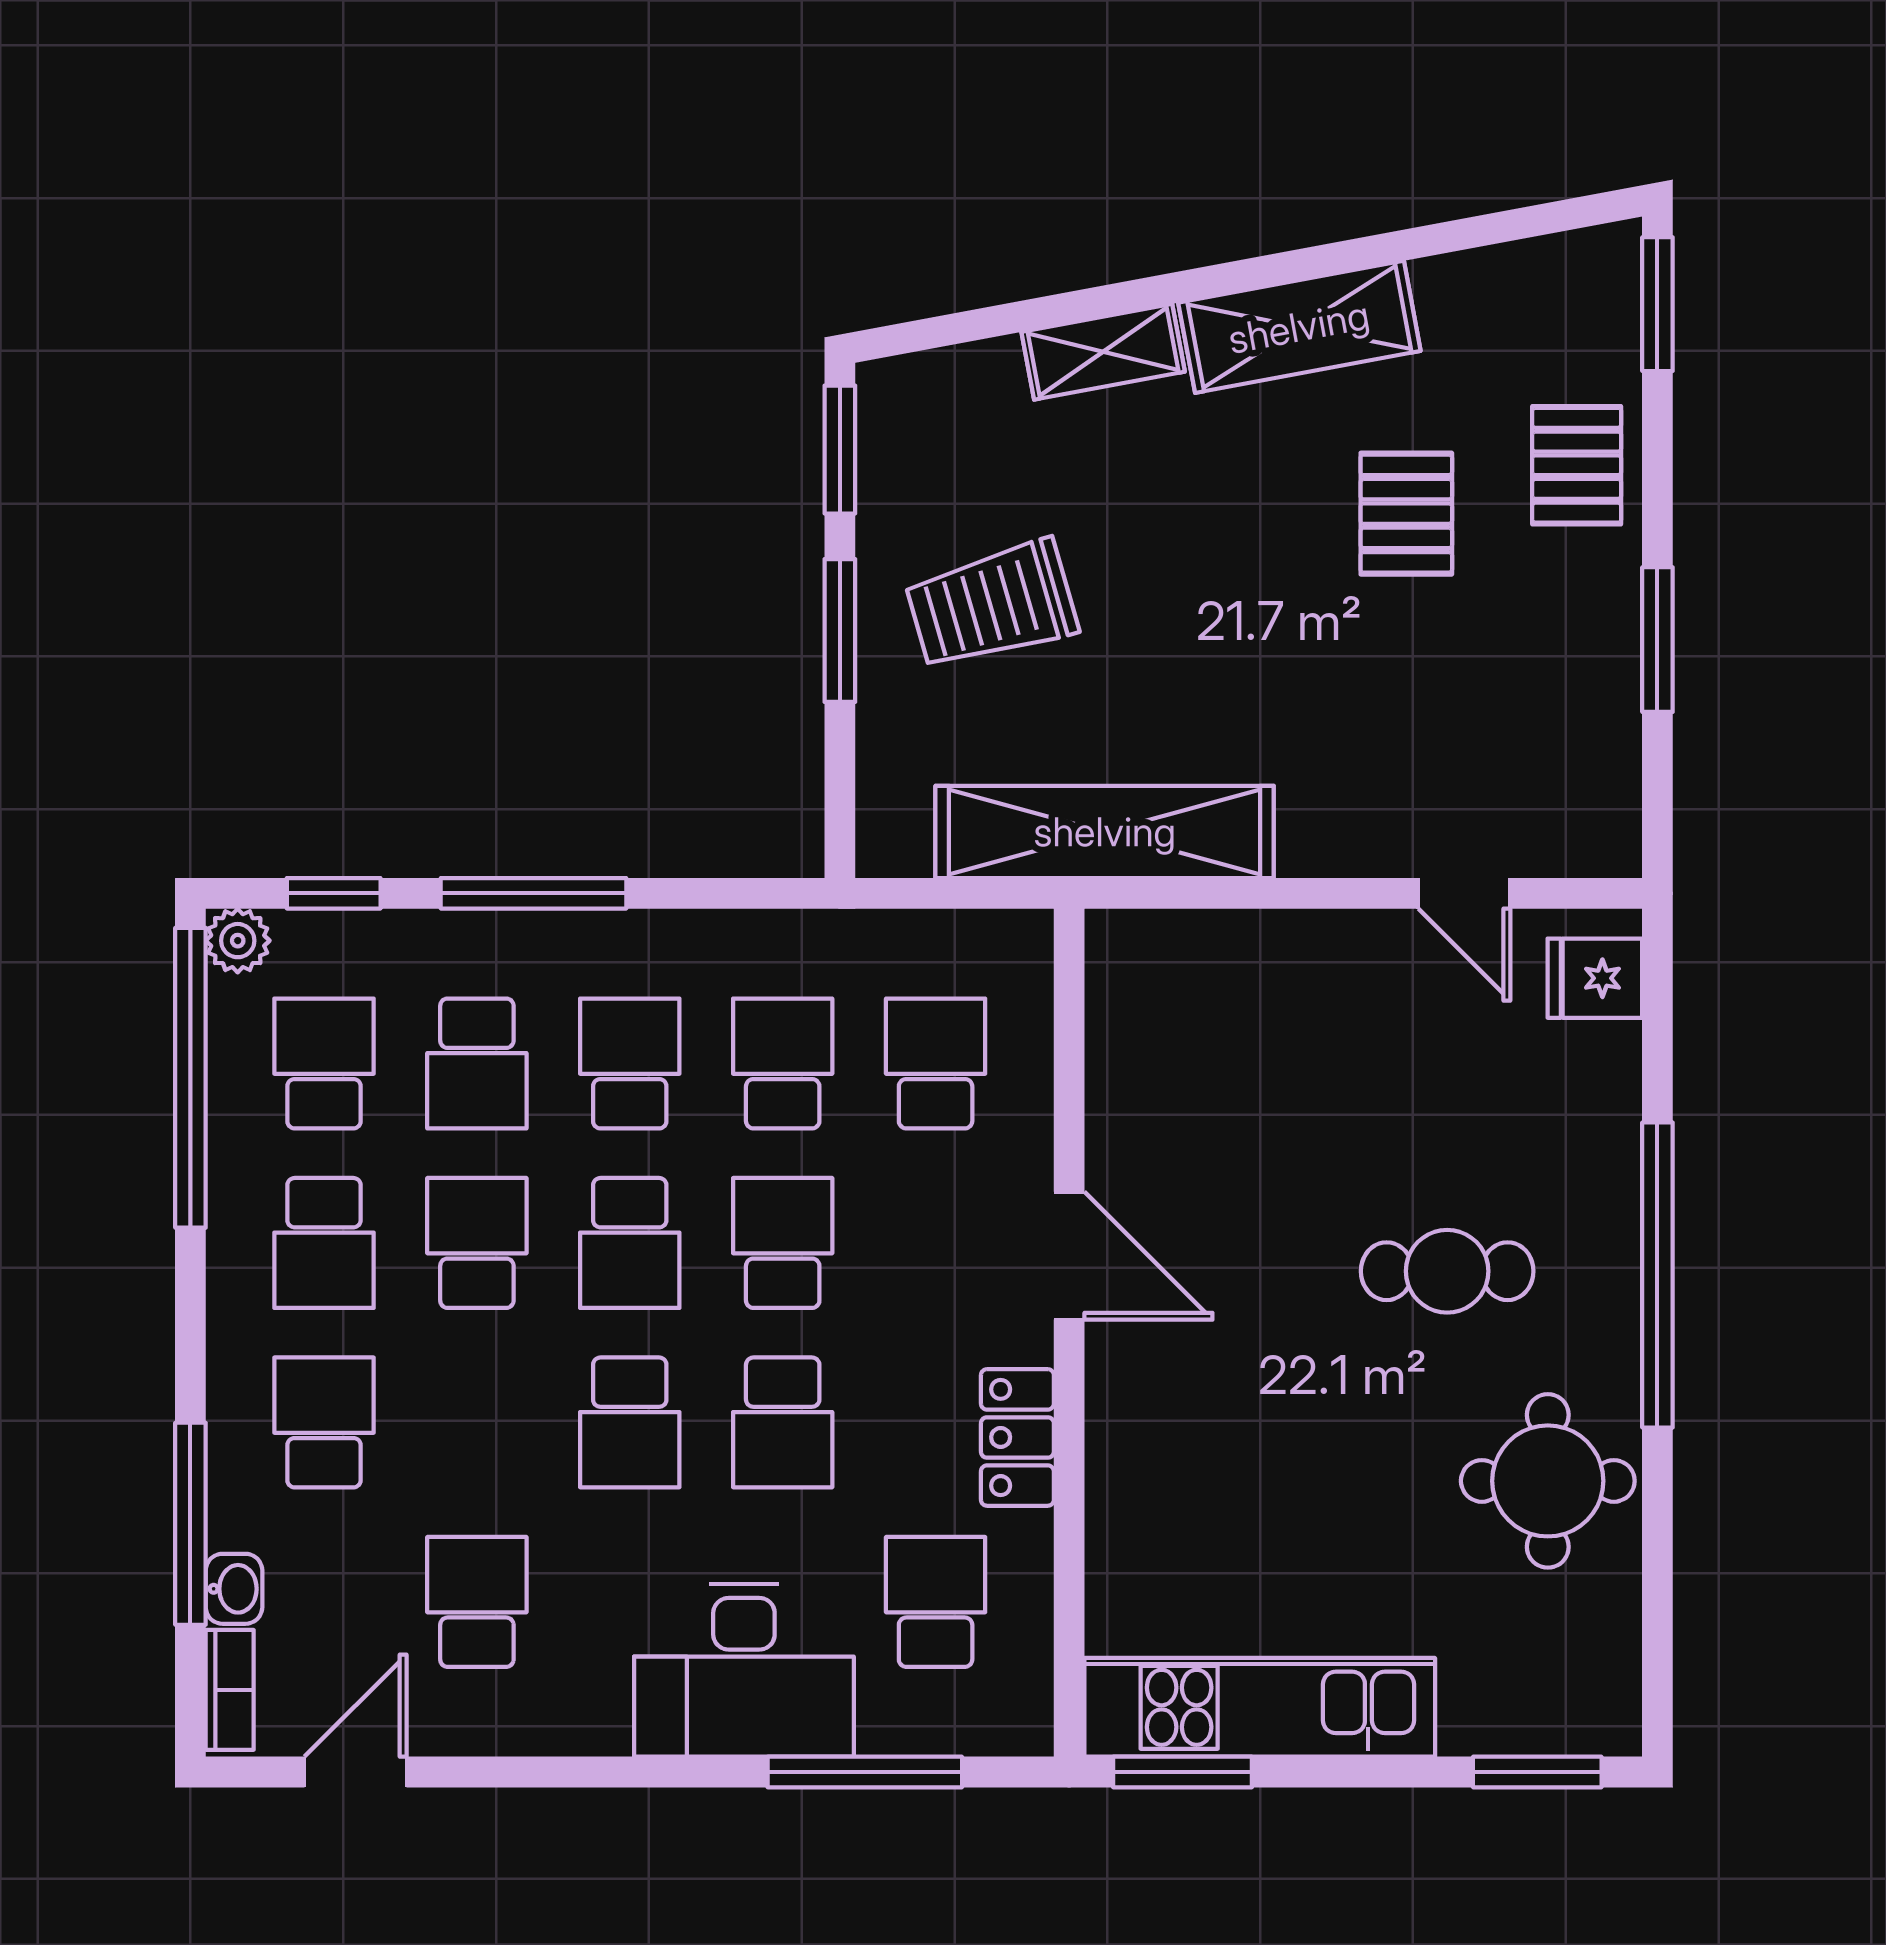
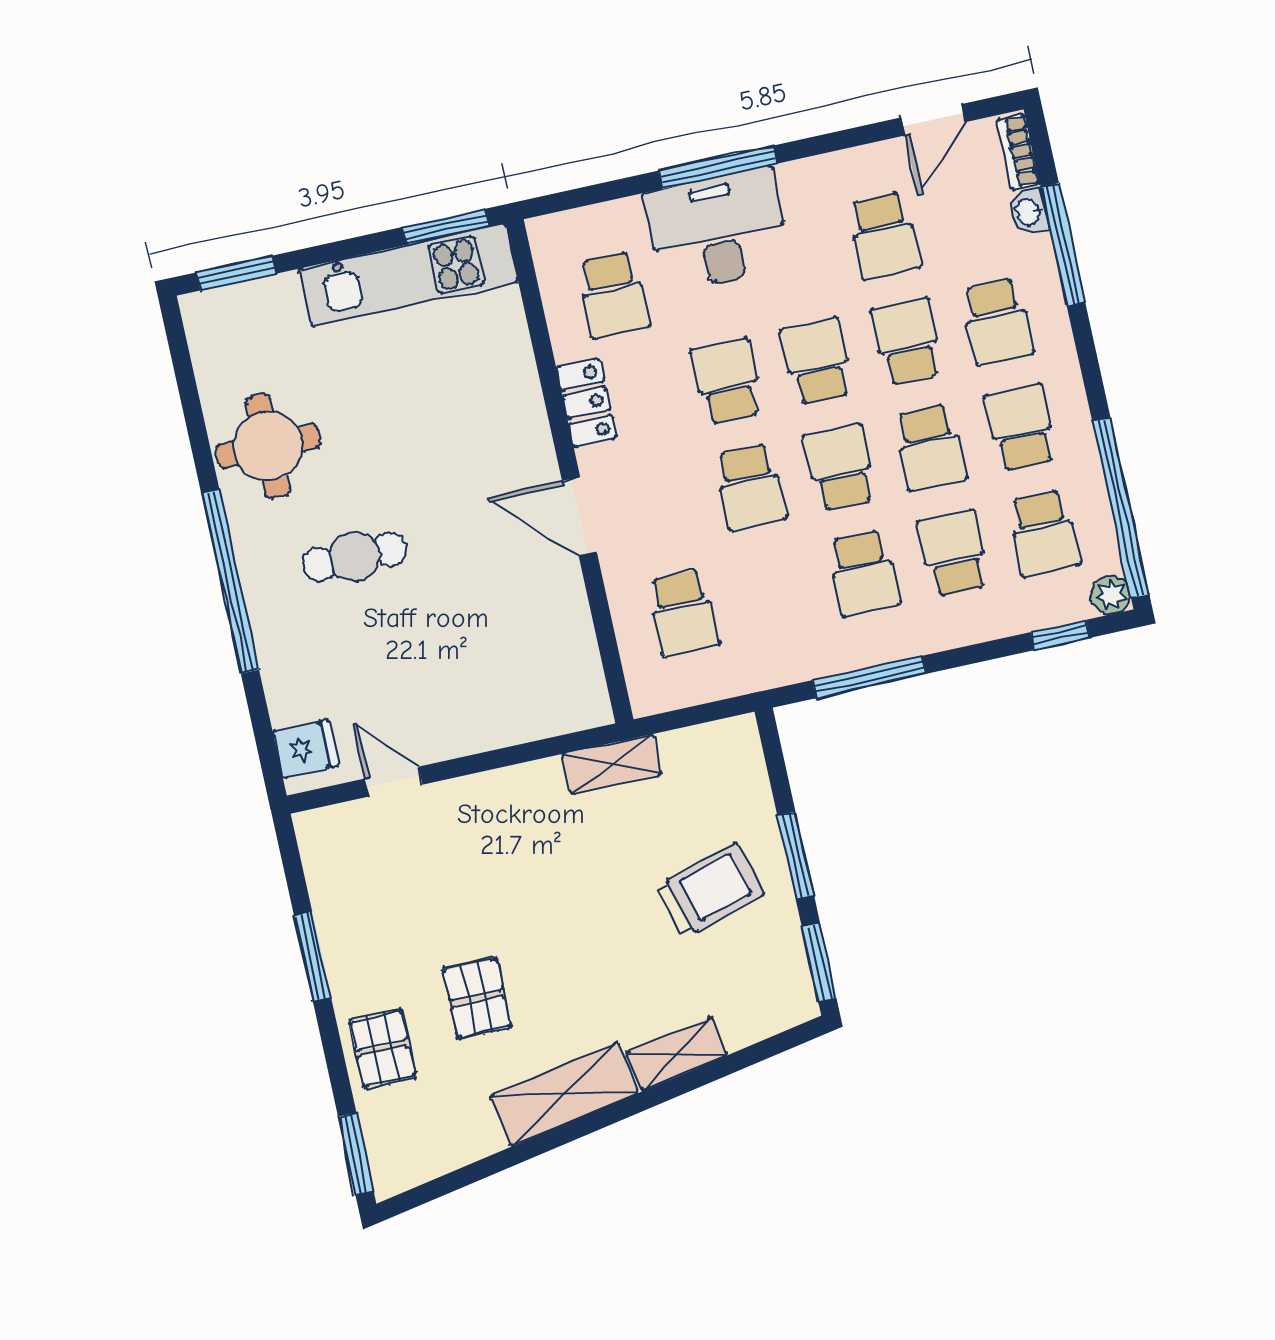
shelving: (1105, 832) -> (612, 764), width x0.45, depth x0.75
window: (534, 893) -> (869, 677), moved
school desk: (783, 1063) -> (907, 342), moved, turned 180
window: (865, 1772) -> (718, 167), moved

